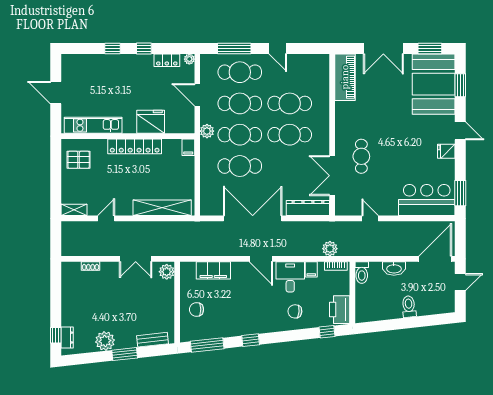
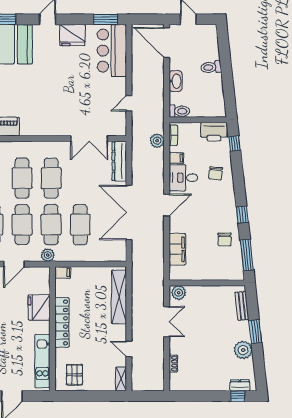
fridge: (446, 151) -> (72, 35), width x1.88, depth x1.34
cafe table: (361, 156) -> (71, 111), removed
chair: (196, 309) -> (225, 239), moved

